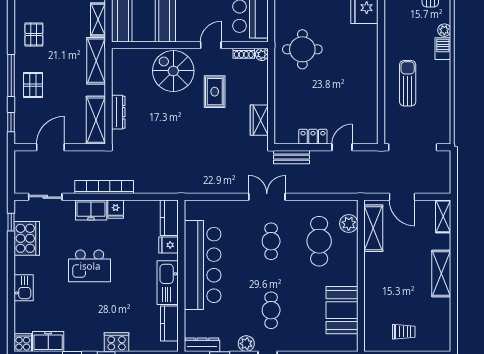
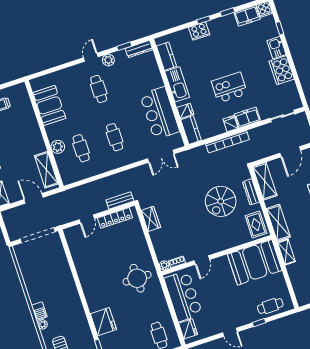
spiral stairs: (173, 71) -> (221, 201), moved, turned 90
sun lounger: (408, 83) -> (56, 279), removed
rug: (215, 92) -> (256, 225), moved
locker: (313, 137) -> (115, 218), width x1.53
bookcase: (104, 187) -> (228, 142), moved
double door: (267, 197) -> (161, 156), moved
window: (11, 222) -> (280, 28), moved
plant: (349, 224) -> (58, 147), moved
cooker: (27, 238) -> (282, 70), moved
cafe table: (319, 241) -> (81, 148), width x0.73, depth x0.74
bar counter: (203, 265) -> (160, 113), width x0.73
kitchen island: (90, 266) -> (229, 88), moved

